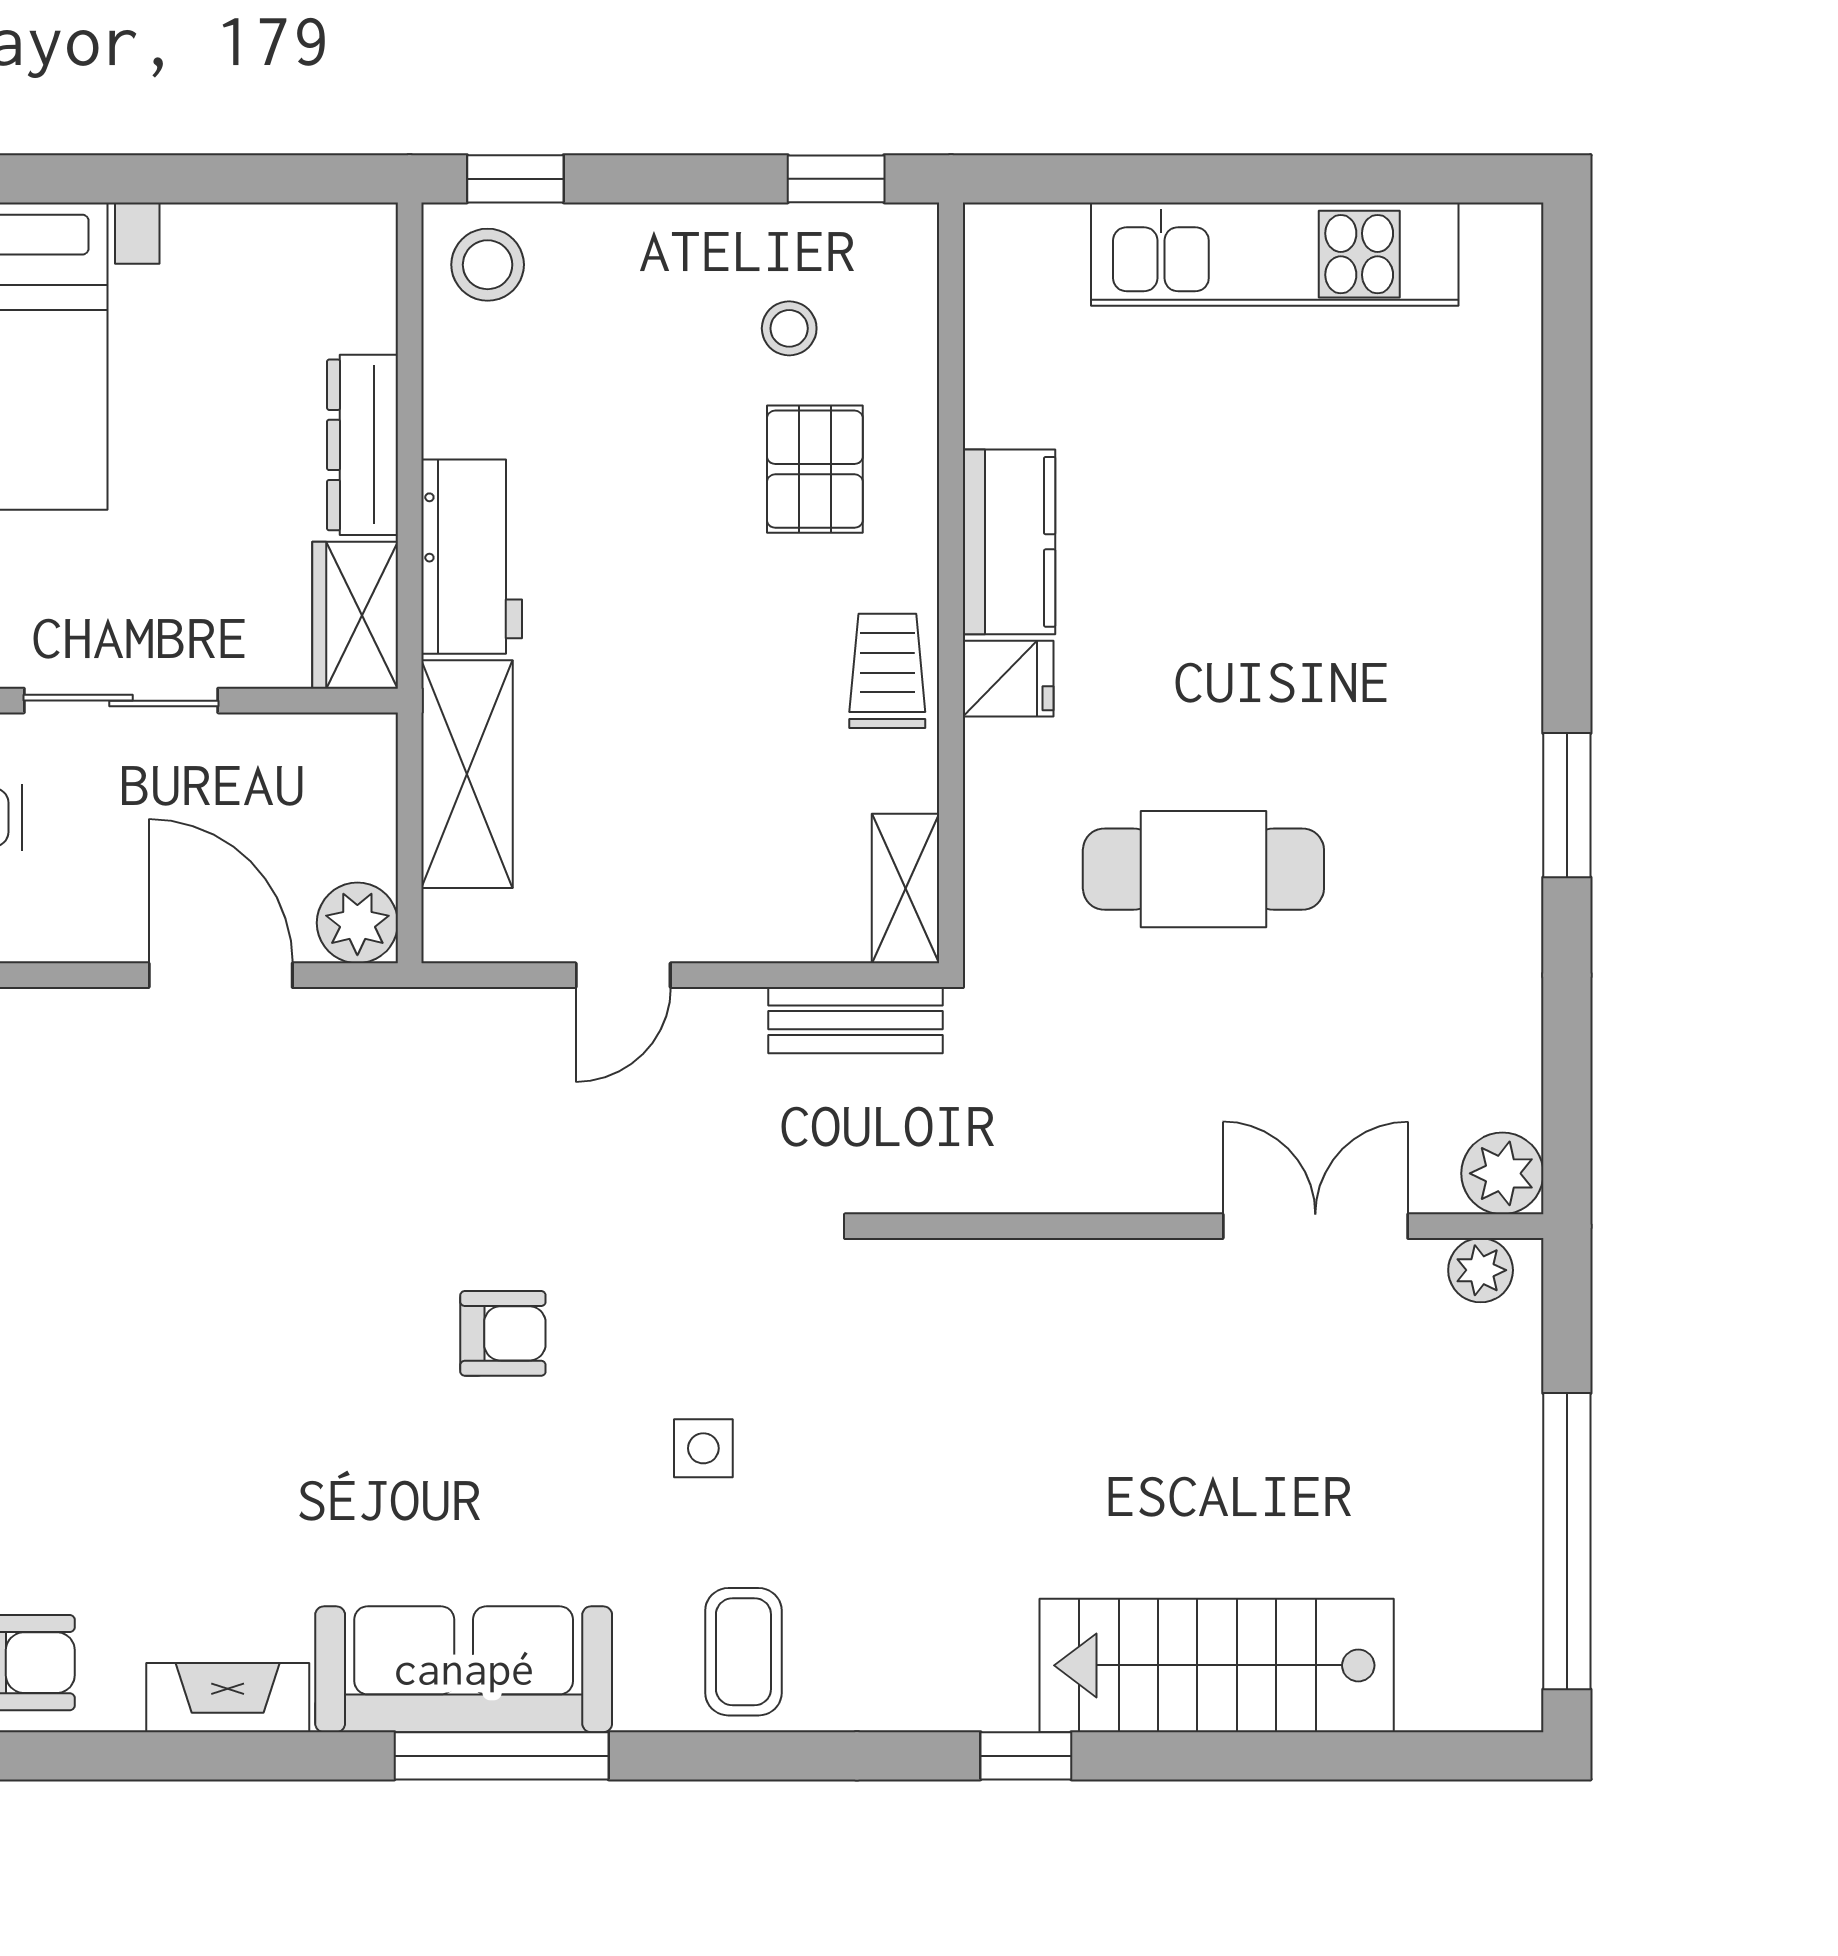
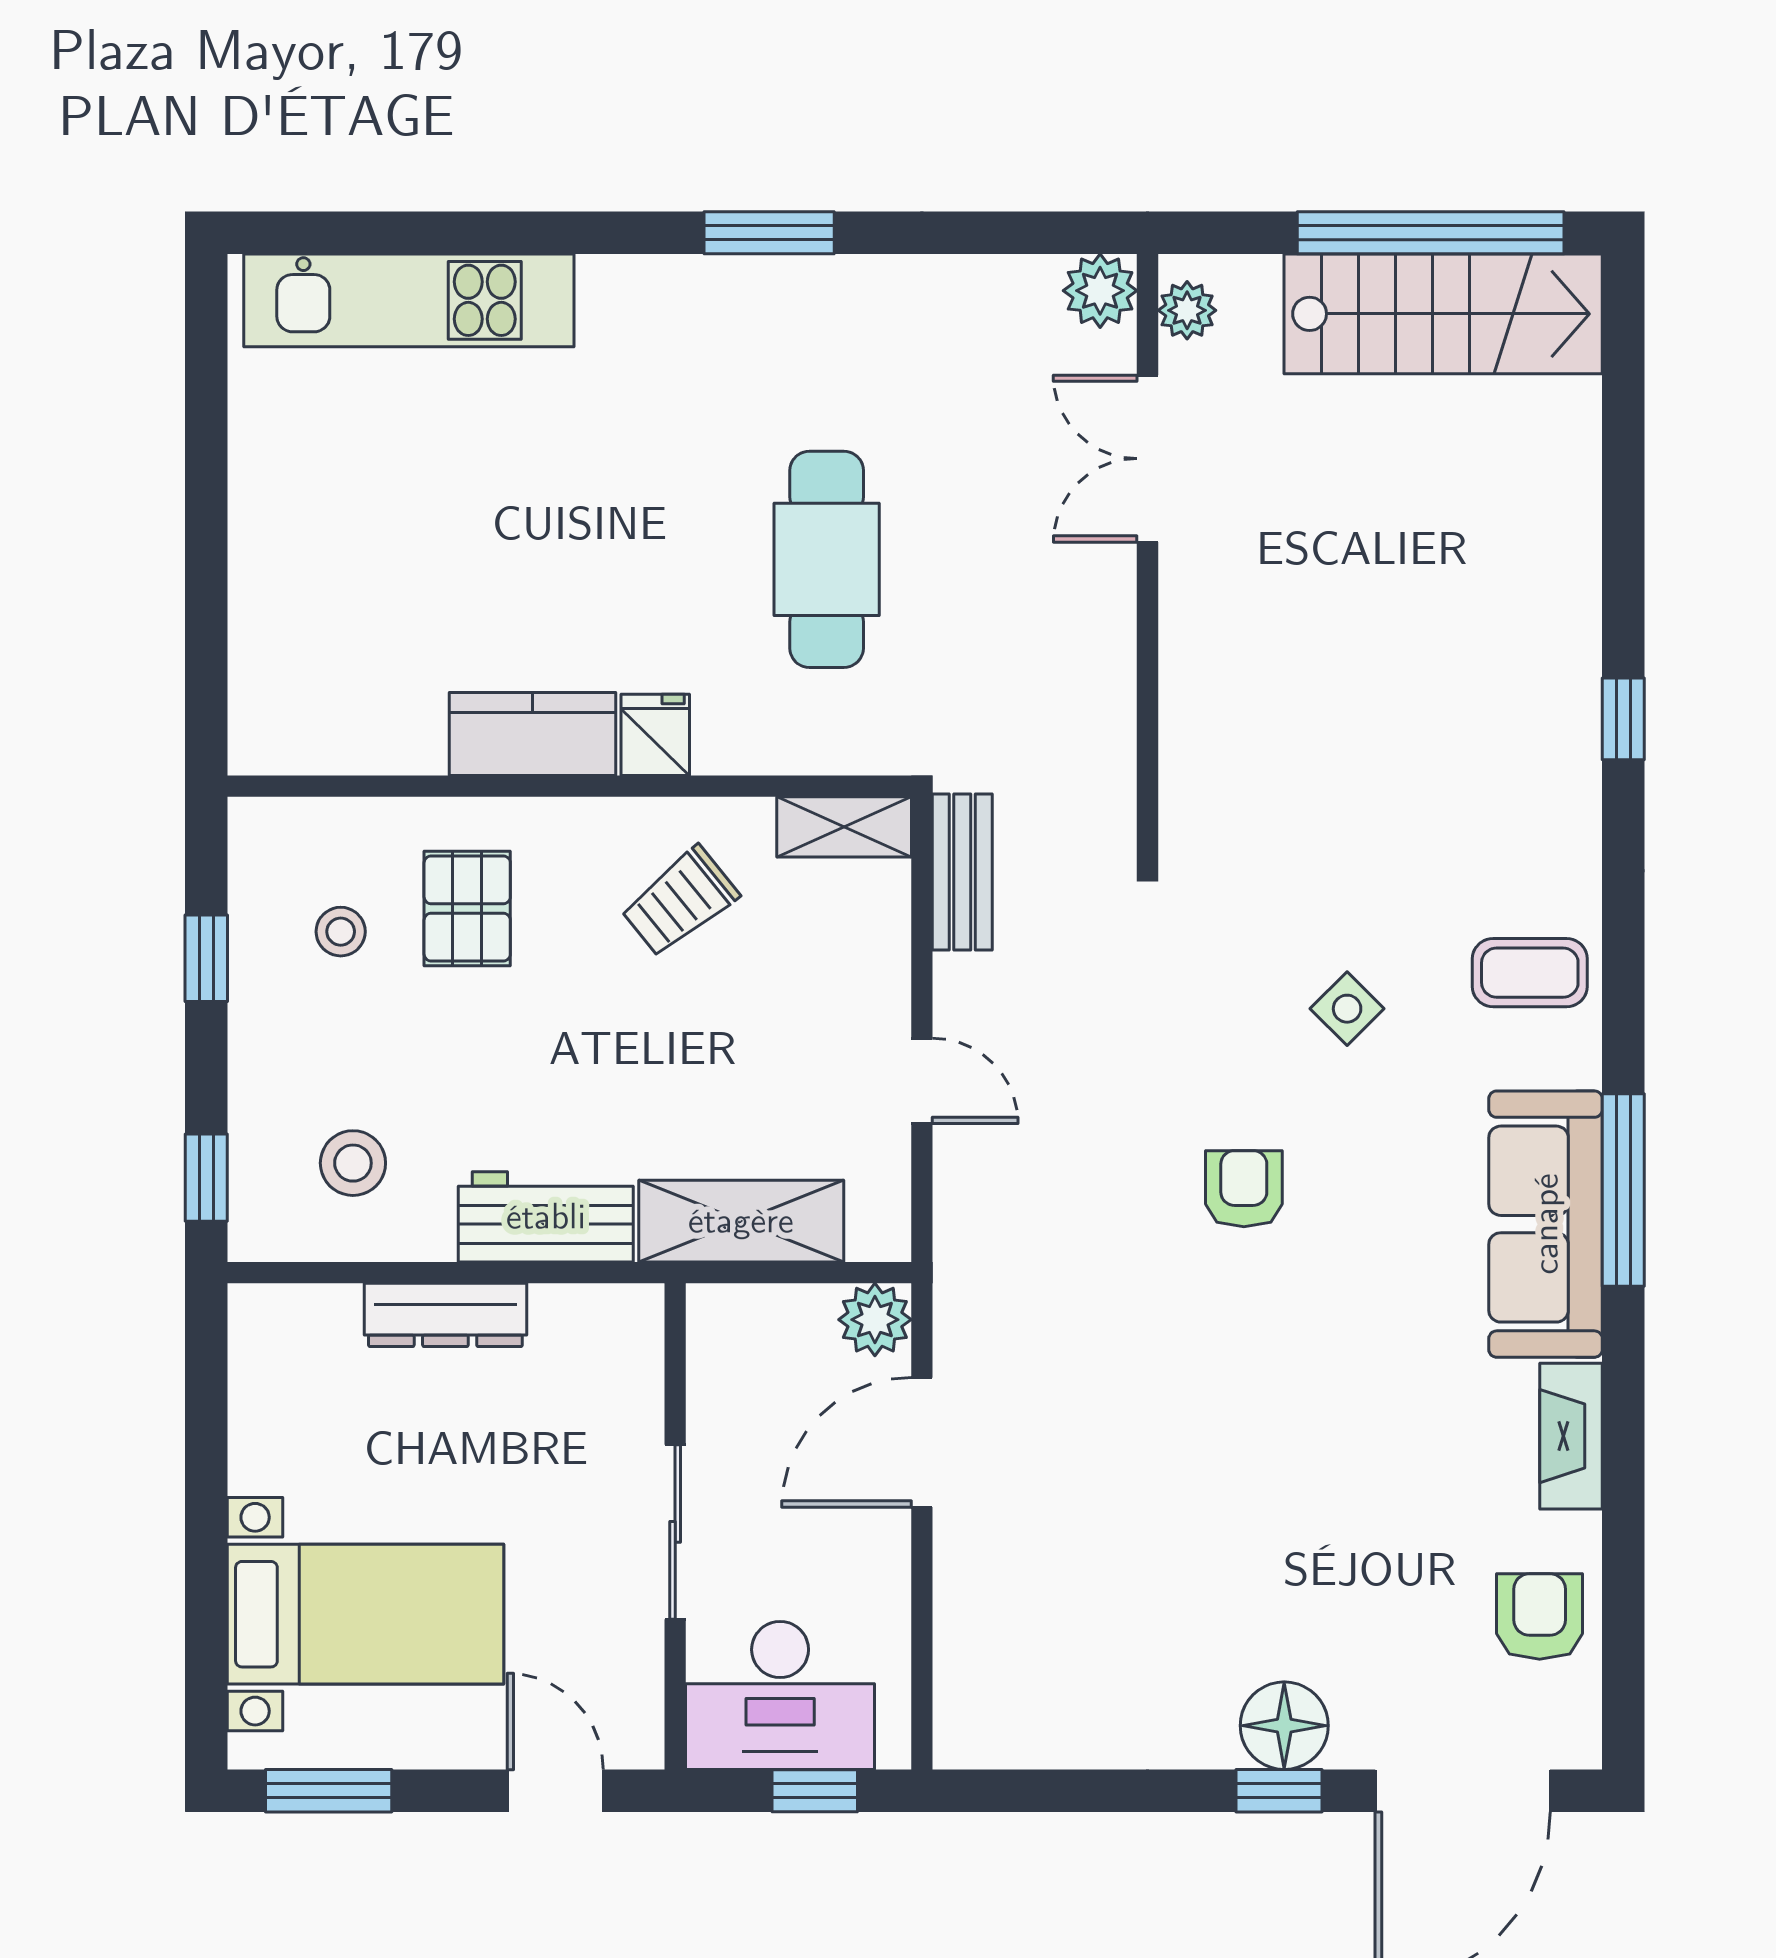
window: (836, 179) -> (206, 958), moved
kitchen unit: (1275, 254) -> (409, 300), moved, turned 90
stool: (488, 265) -> (353, 1163), moved
pallet: (815, 469) -> (467, 908), turned 90
wardrobe: (355, 615) -> (598, 1322), removed
trolley: (887, 671) -> (680, 902), moved, turned -39
side table: (703, 1448) -> (1347, 1009), turned 45
stairs: (1217, 1665) -> (1443, 314), moved, turned -90

